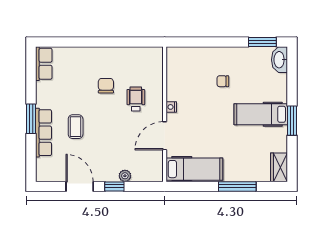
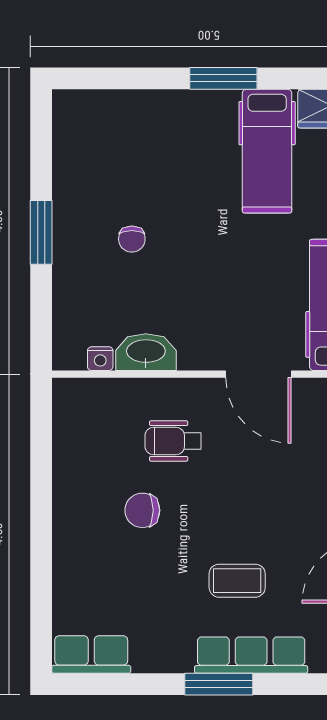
window: (262, 42) -> (41, 232), moved
washbasin: (280, 60) -> (146, 352), moved, turned 180
nightstand: (171, 107) -> (100, 359), moved
hospital bed: (261, 114) -> (267, 151), moved

